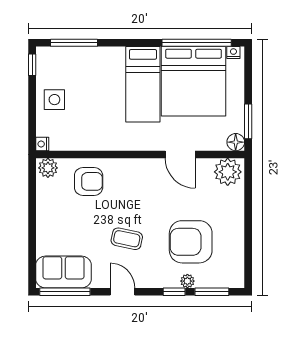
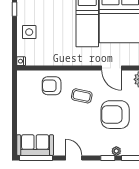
plant: (48, 168) -> (25, 77), removed
armchair: (89, 181) -> (52, 86), turned 180
coffee table: (127, 239) -> (82, 96), moved
armchair: (191, 242) -> (115, 115), moved

